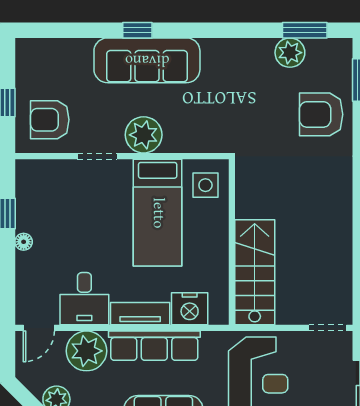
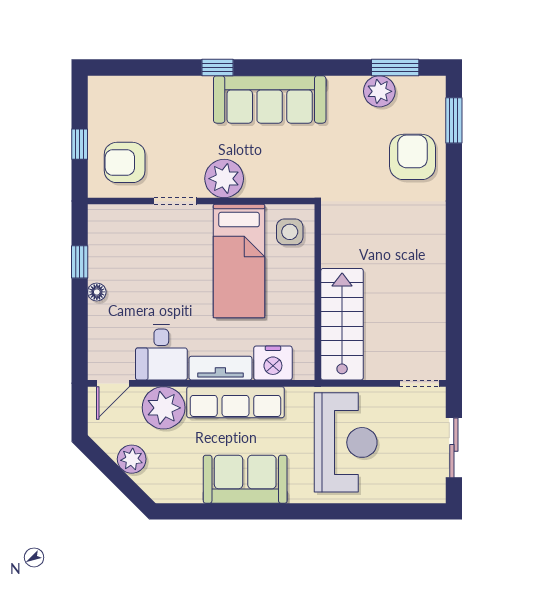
sofa: (147, 60) -> (270, 99), moved
armchair: (321, 114) -> (412, 157), turned 90

